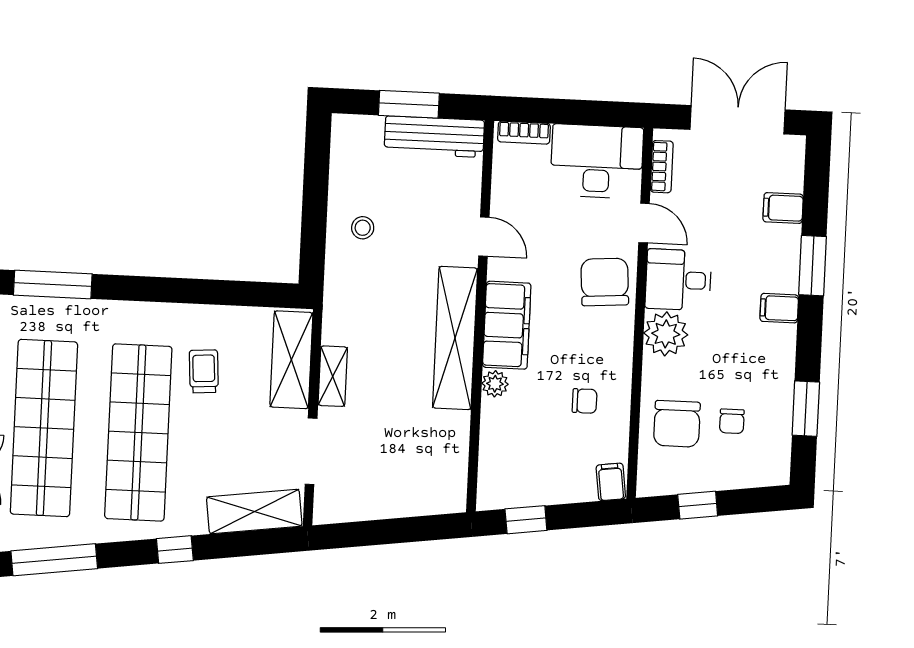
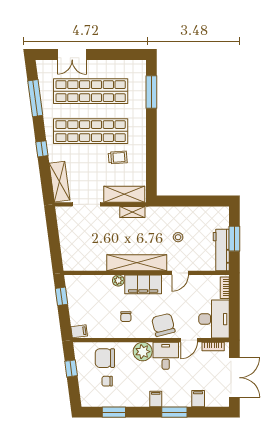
stool: (363, 228) -> (178, 237), moved
chair: (605, 282) -> (163, 325), turned -100
shelving: (333, 376) -> (132, 212), moved
chair: (585, 401) -> (126, 317), moved

